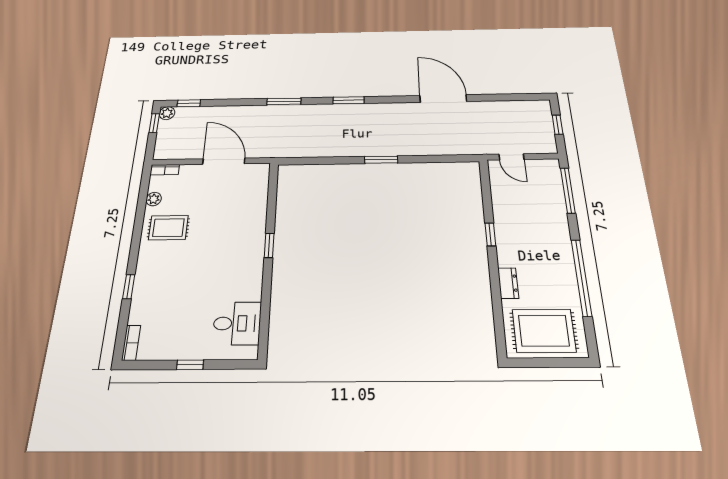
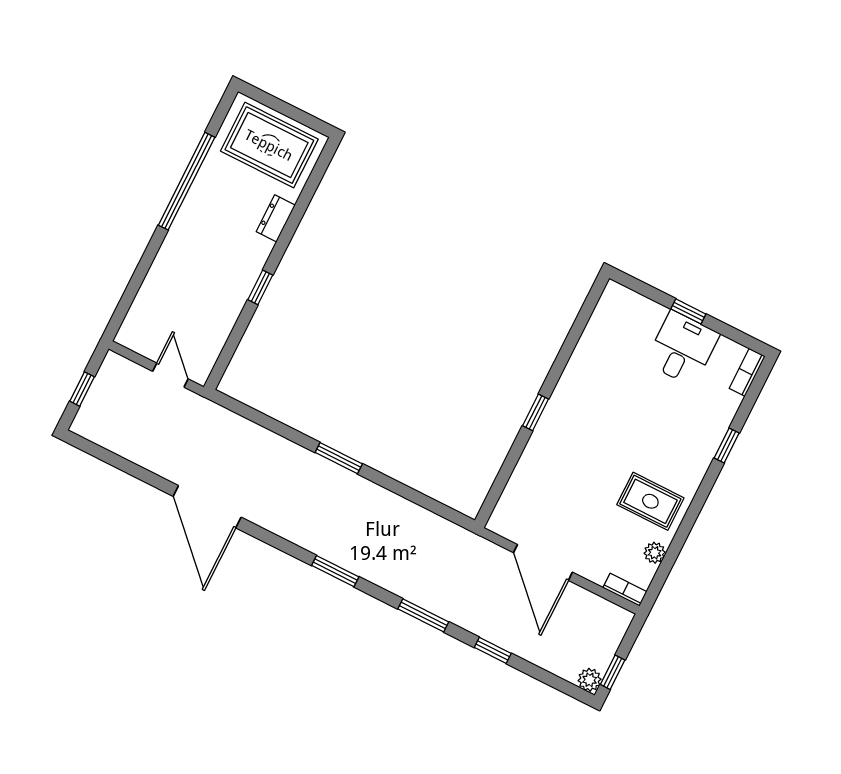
window: (189, 103) -> (493, 650), moved
window: (568, 190) -> (130, 294), removed
desk: (237, 323) -> (682, 348), moved, turned 90

